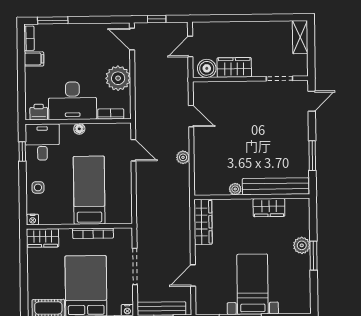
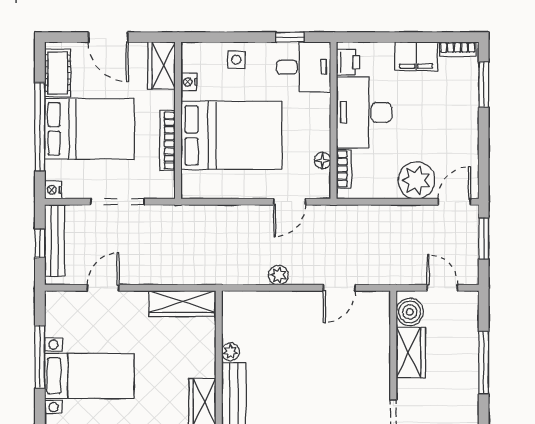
window: (240, 18) -> (484, 363), added
window: (157, 19) -> (484, 238), width x1.50
filing cabinet: (34, 59) -> (416, 56), width x2.00
plant: (118, 78) -> (416, 180), moved
floor lamp: (79, 129) -> (322, 161), moved
bed: (89, 190) -> (231, 135), width x1.50
nightstand: (33, 220) -> (189, 82), moved
door: (24, 274) -> (108, 37), added
door: (193, 275) -> (103, 288), hinge flipped

